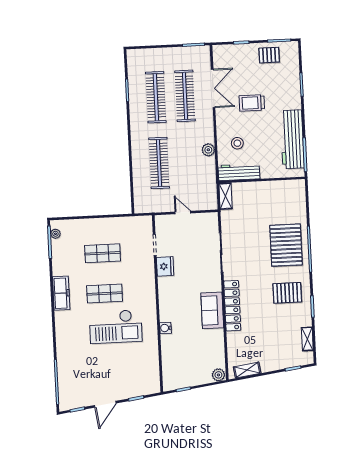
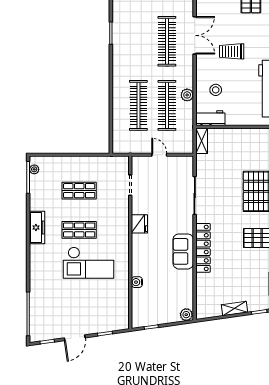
clothes rail: (156, 97) -> (167, 105), moved
workbench: (239, 172) -> (210, 118), width x0.73
fridge: (165, 266) -> (139, 224), moved
water cooler: (165, 328) -> (137, 282), moved
shelving: (247, 370) -> (234, 308), moved

